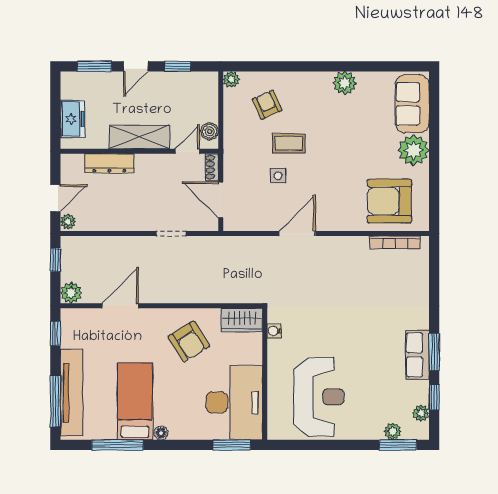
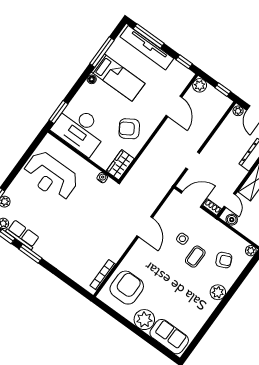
plant: (345, 83) -> (218, 292), moved
row of seats: (417, 355) -> (23, 235), moved

